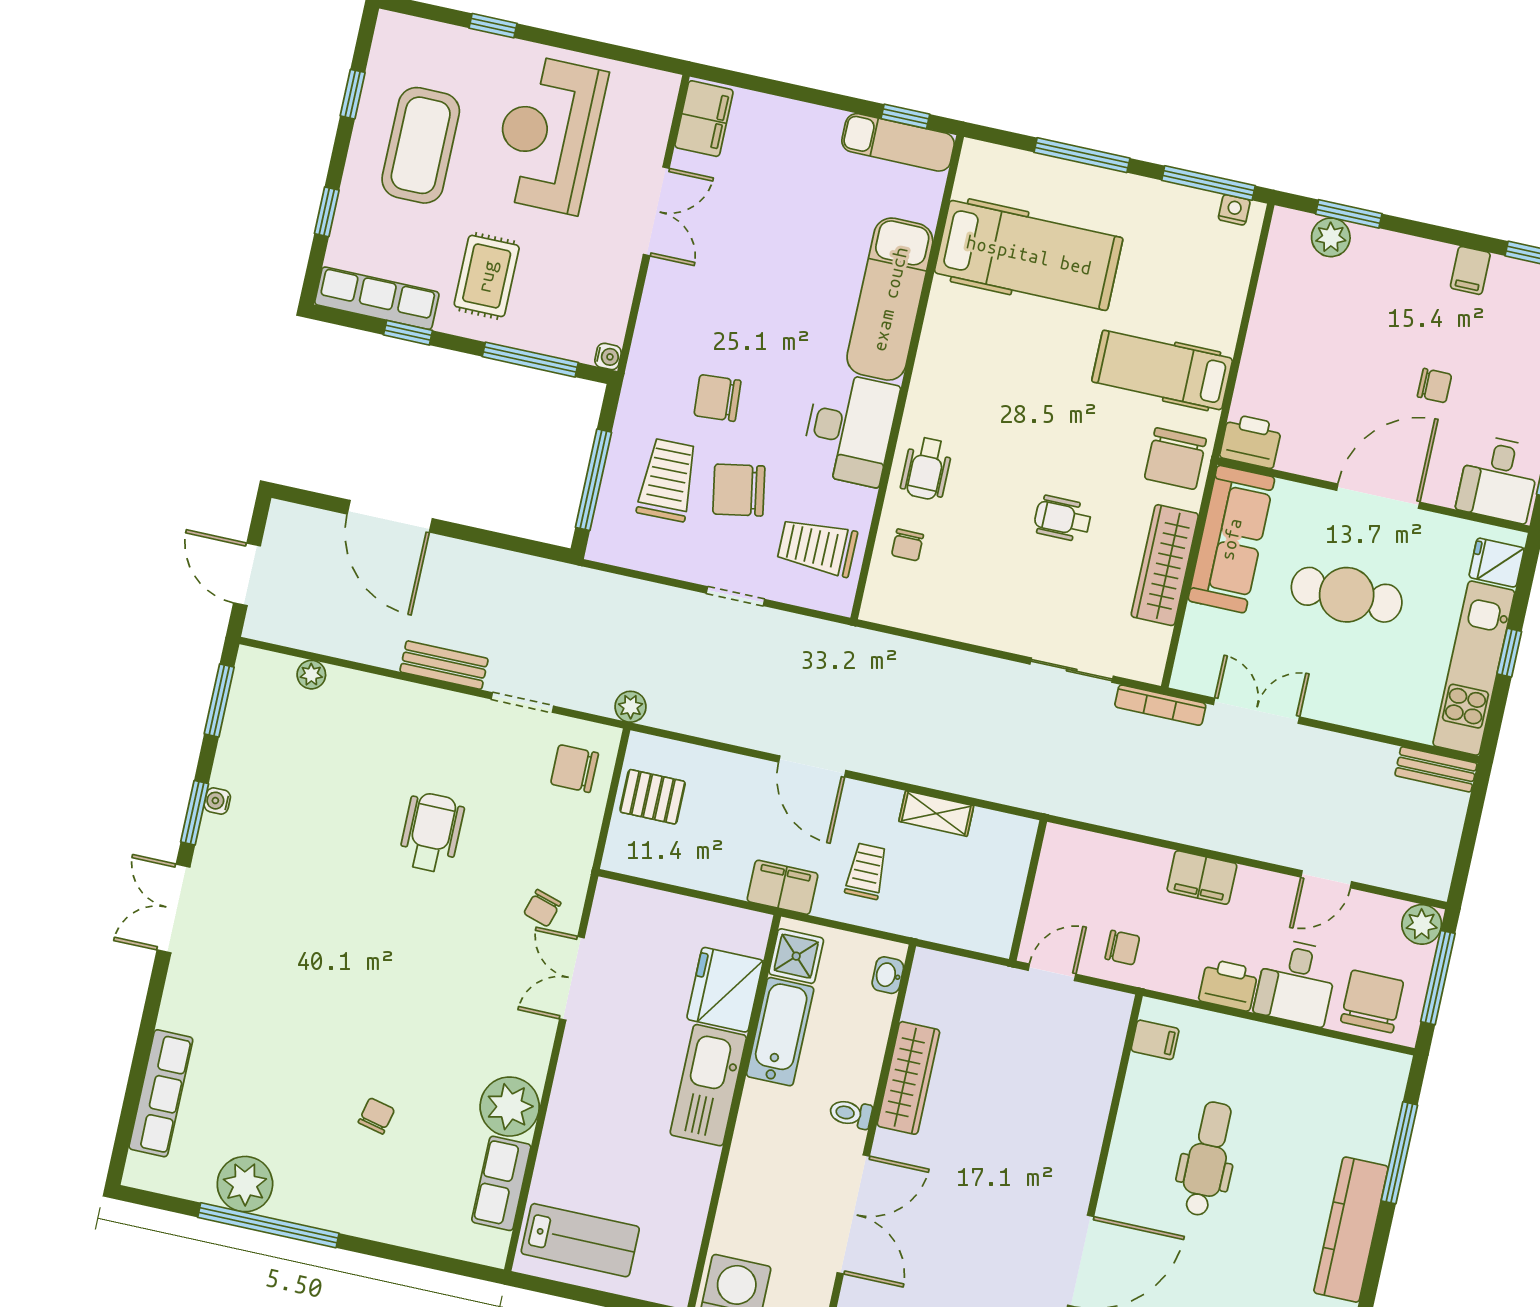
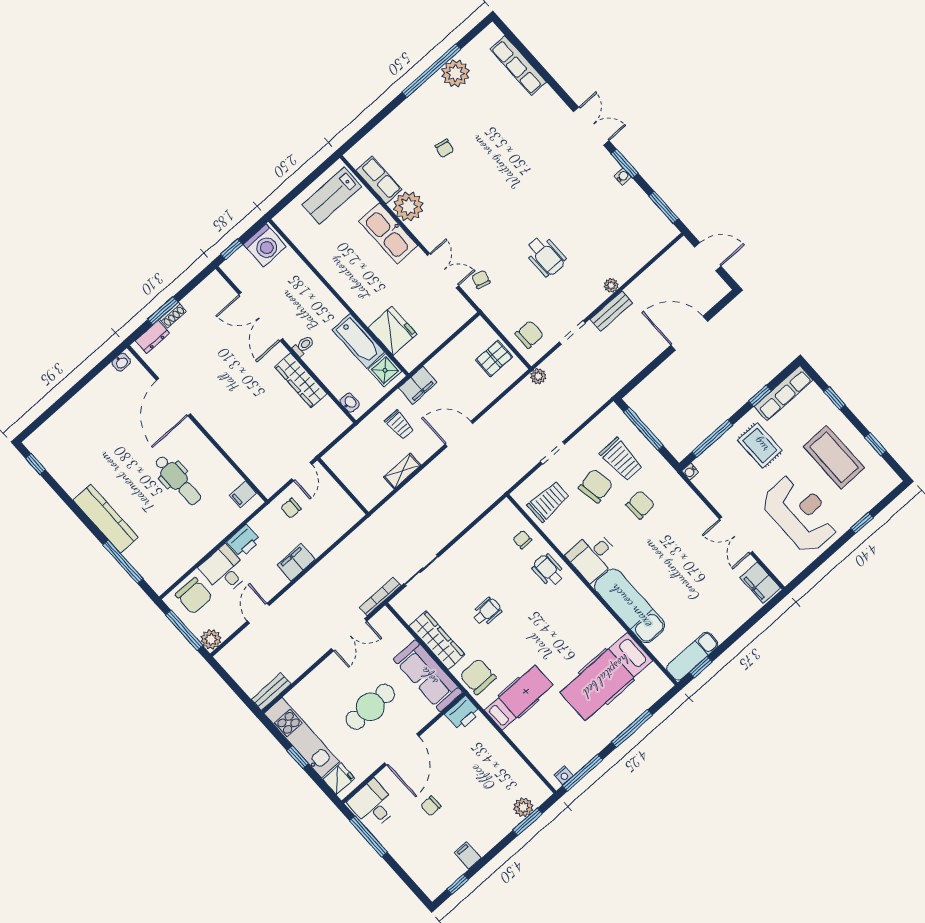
desk: (850, 429) -> (593, 556), width x0.73
plant: (311, 675) -> (611, 285), moved
kitchen sink: (708, 1085) -> (388, 233), moved, turned 180

